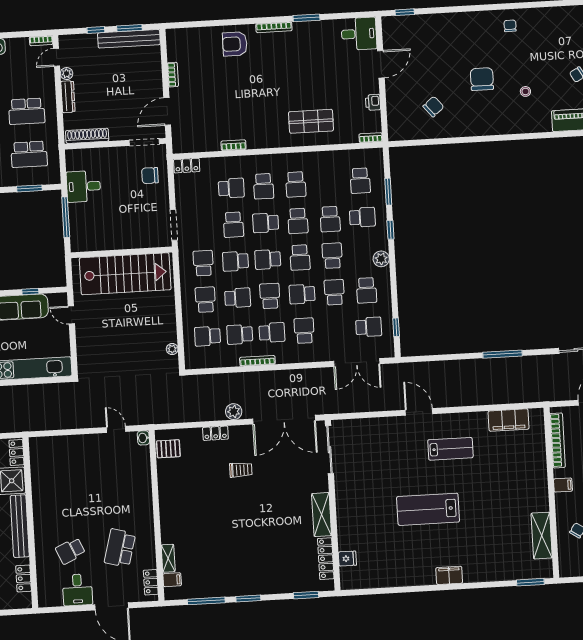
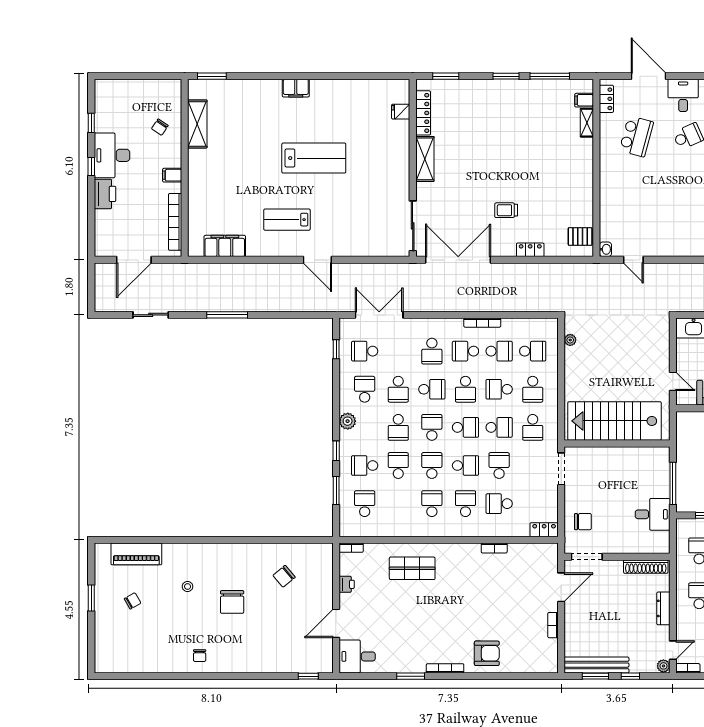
plant: (67, 74) -> (663, 666), moved
plant: (234, 412) -> (510, 271), removed

